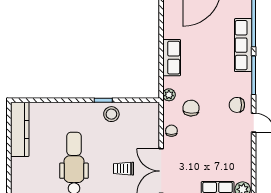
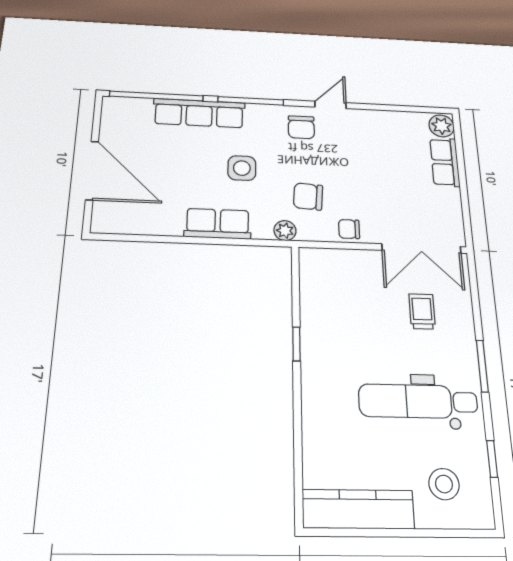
side table: (208, 70) -> (242, 168), added
stool: (111, 114) -> (444, 484), moved
trolley: (124, 169) -> (422, 311), turned 180

